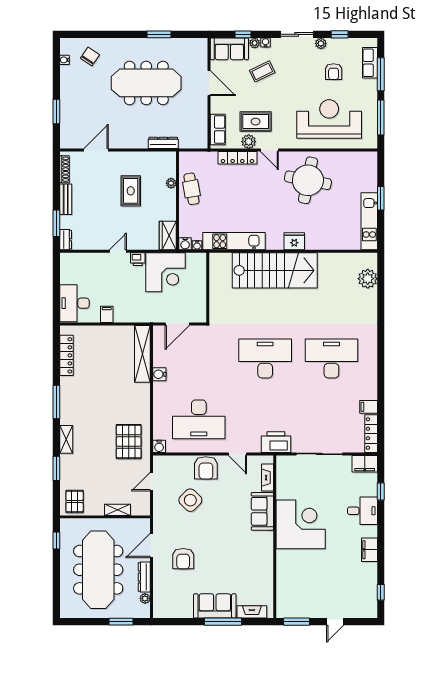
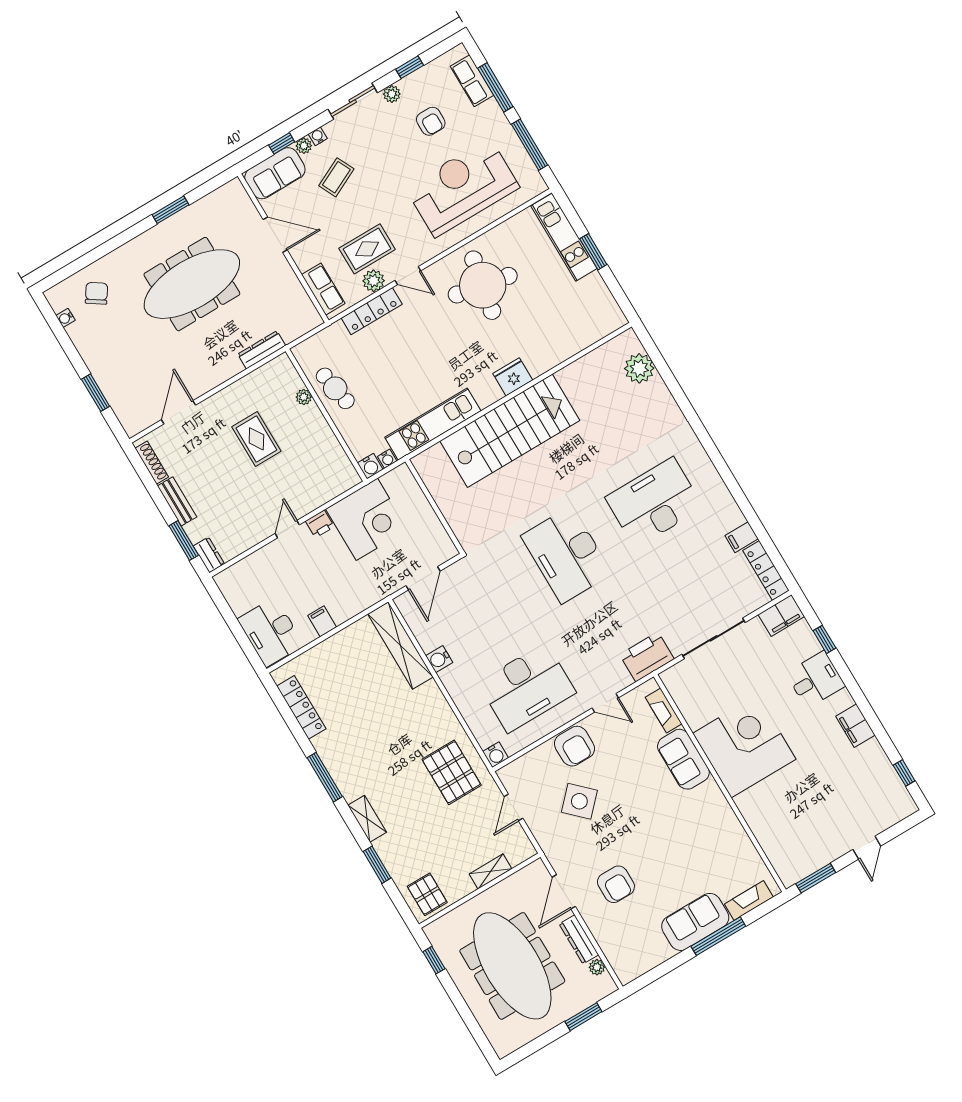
kitchen unit: (369, 221) -> (564, 237), moved
wardrobe: (168, 236) -> (341, 469), removed
desk: (265, 358) -> (567, 555), turned -90

